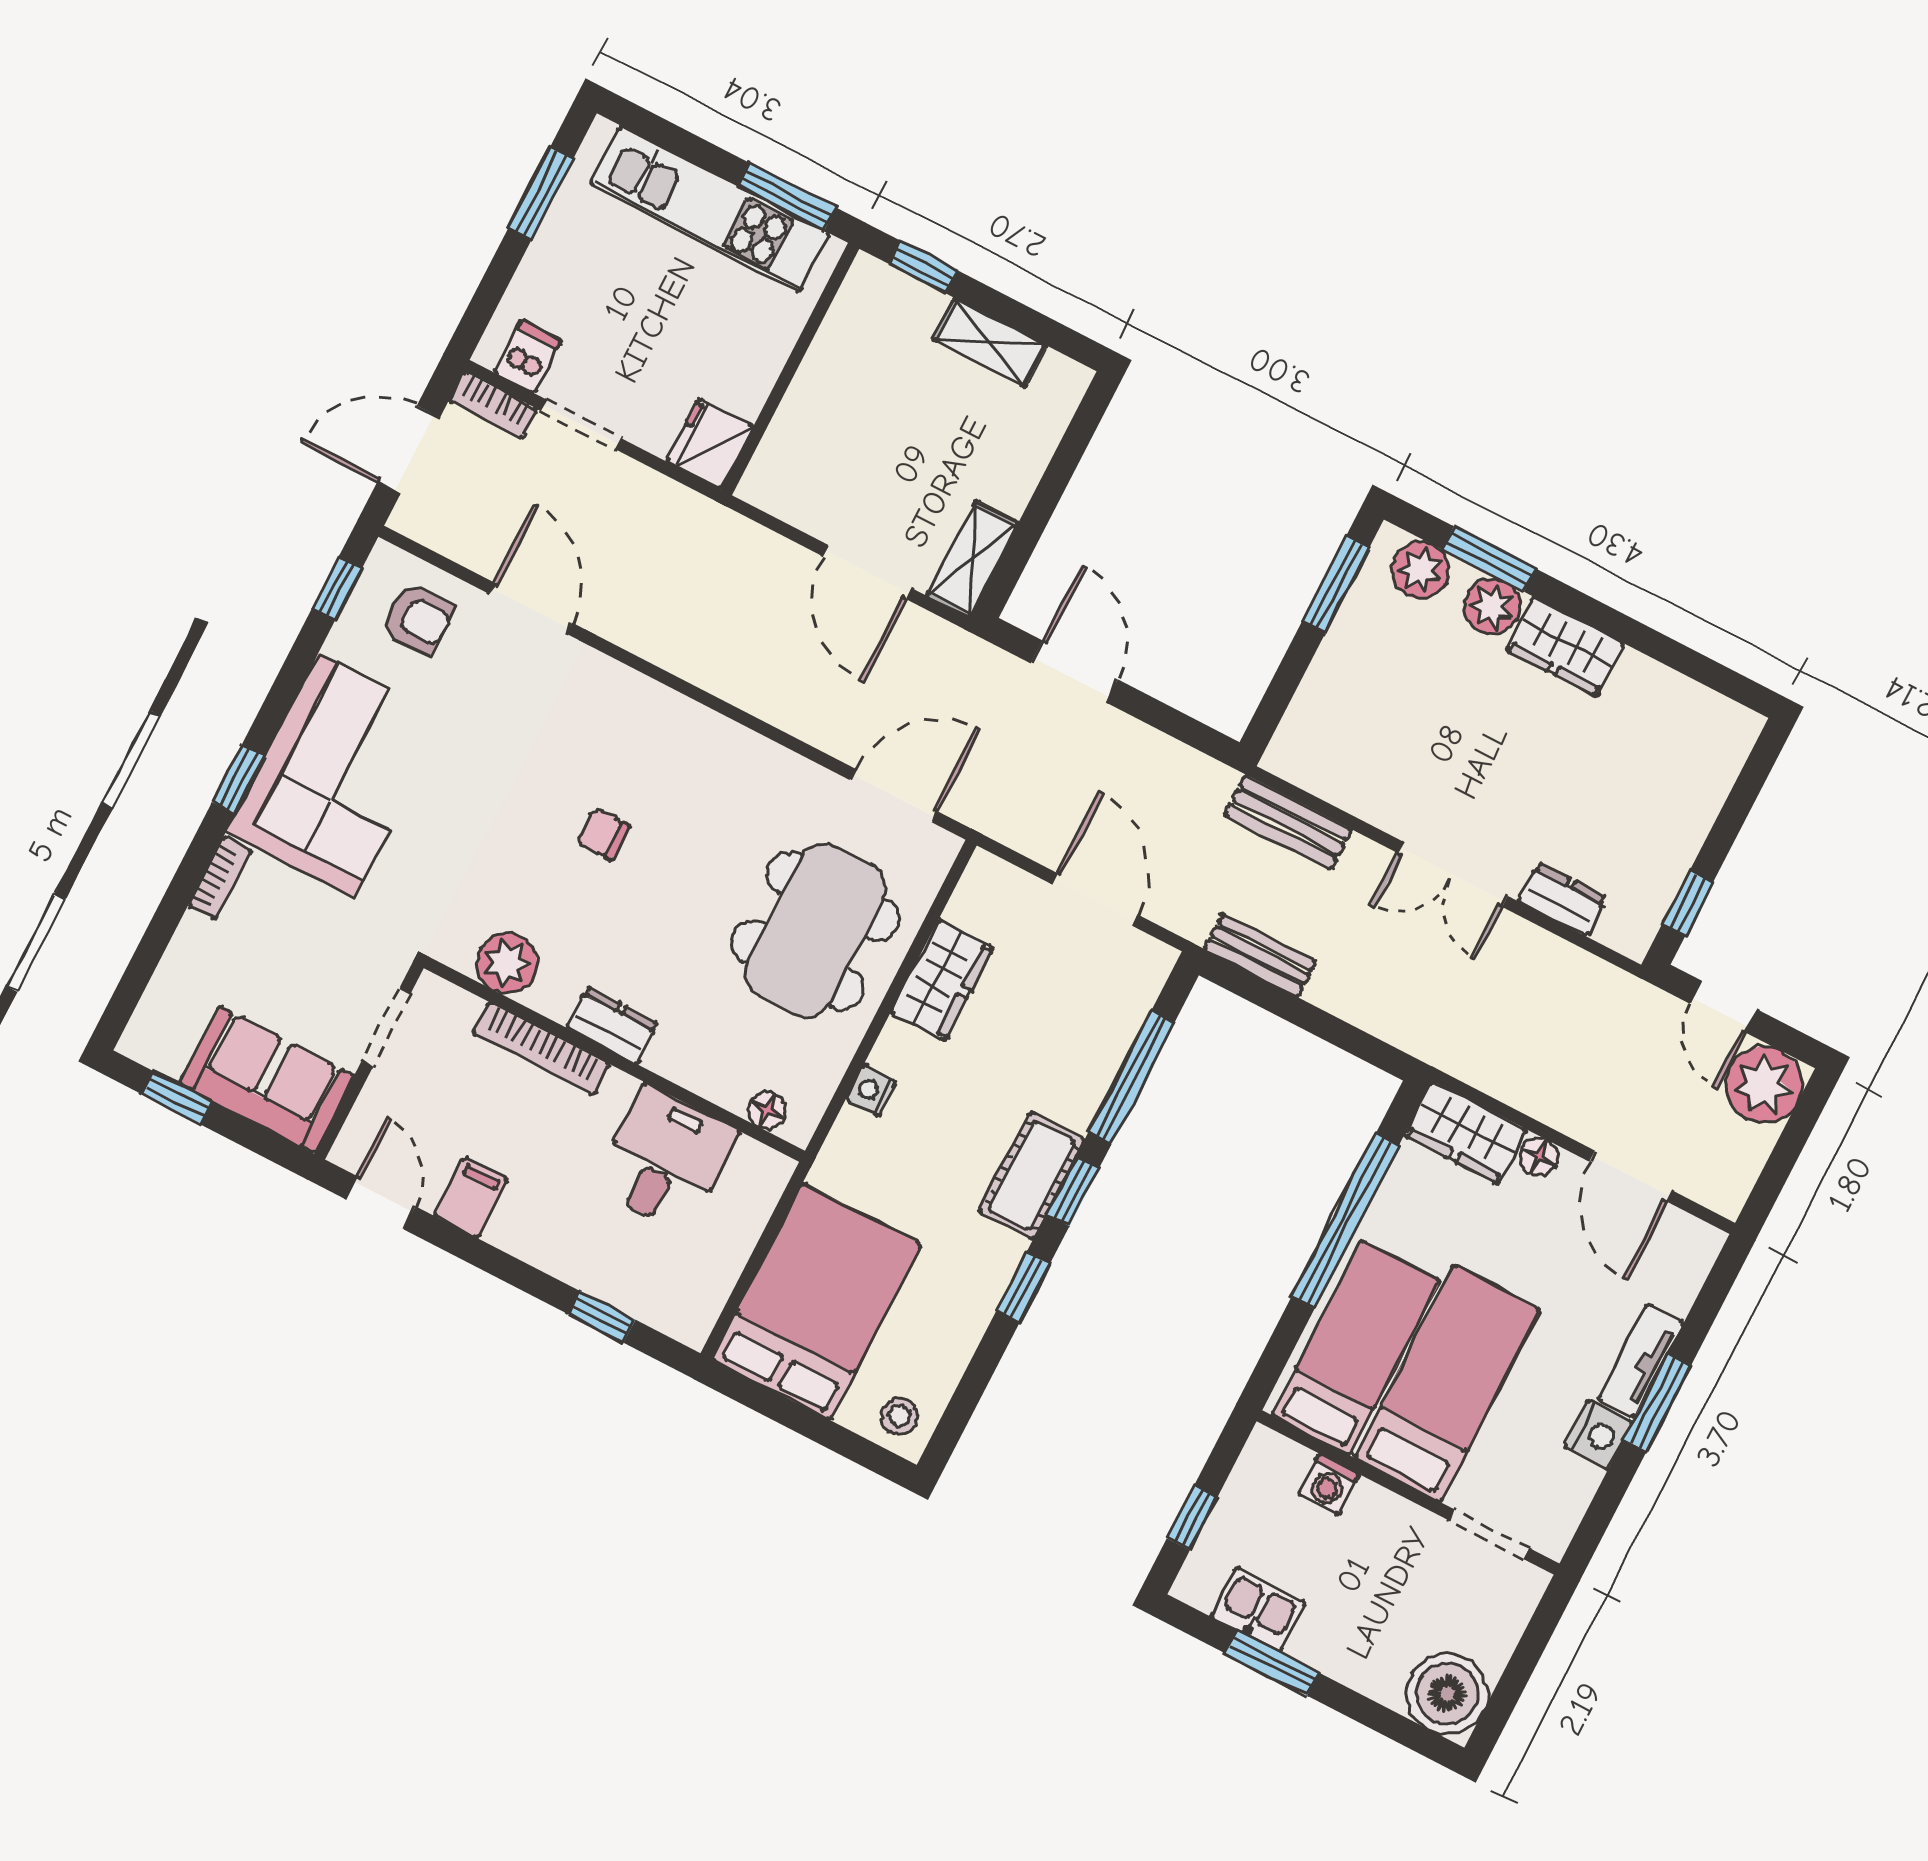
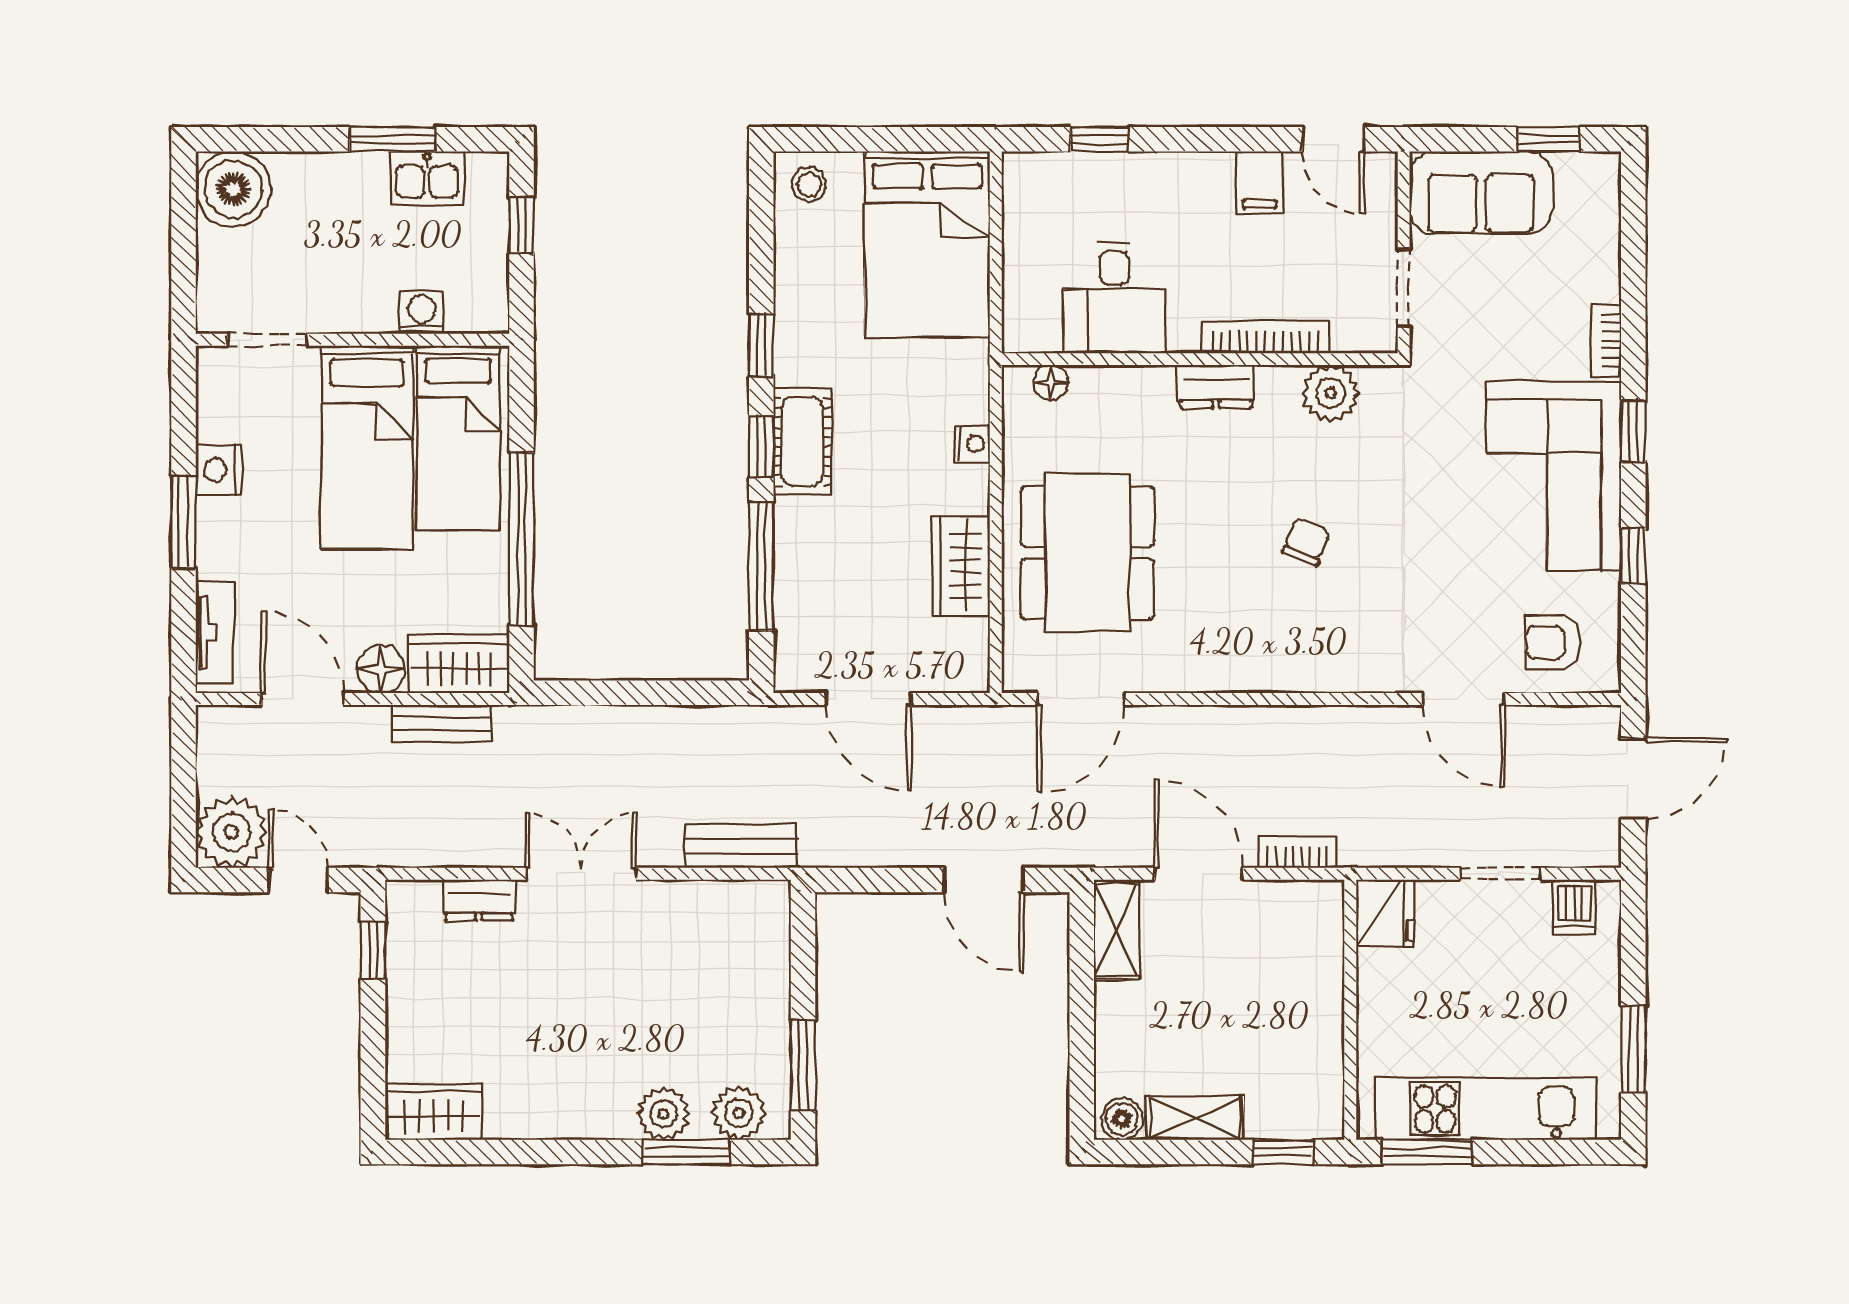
boiler: (1060, 377) -> (1122, 1119), added
bookcase: (493, 405) -> (1298, 852), moved
window: (337, 588) -> (1633, 556), moved
wardrobe: (1565, 647) -> (434, 1112), moved
chair: (603, 834) -> (1306, 542), turned -68
bench: (1260, 955) -> (441, 724), moved
floor lamp: (1539, 1157) -> (381, 669), width x1.37, depth x1.37
tv unit: (1641, 1361) -> (215, 632), moved

